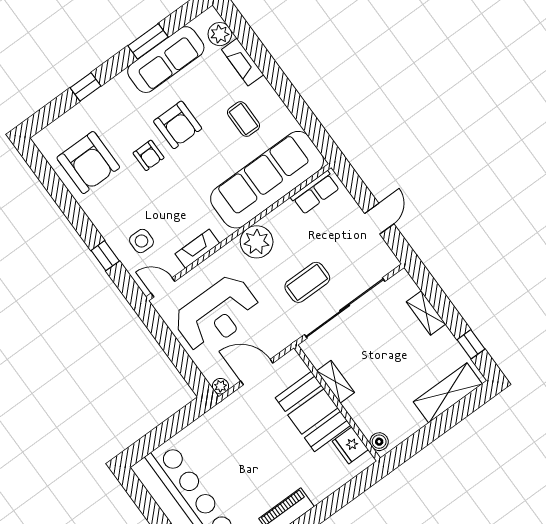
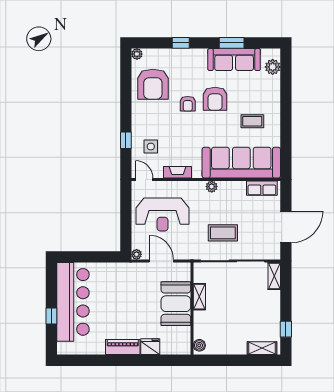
fireplace: (243, 62) -> (274, 91), removed
coffee table: (243, 119) -> (252, 121), turned 90
plant: (42, 140) -> (137, 54), added
door: (379, 219) -> (286, 227), width x1.87
plant: (257, 242) -> (212, 187), width x0.53, depth x0.53
shelving: (426, 313) -> (274, 276), moved
shelving: (448, 393) -> (262, 348), width x0.67, depth x0.75
fridge: (350, 445) -> (150, 347), moved, turned 90

